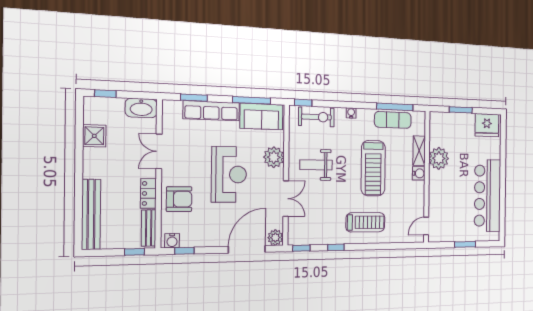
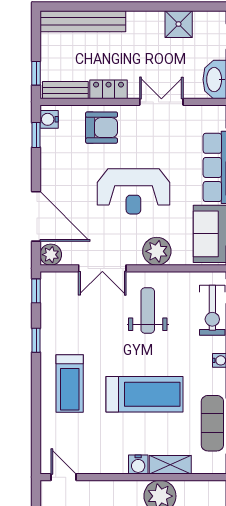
treadmill: (373, 168) -> (144, 394), turned 180
armchair: (179, 199) -> (102, 128), turned -90

